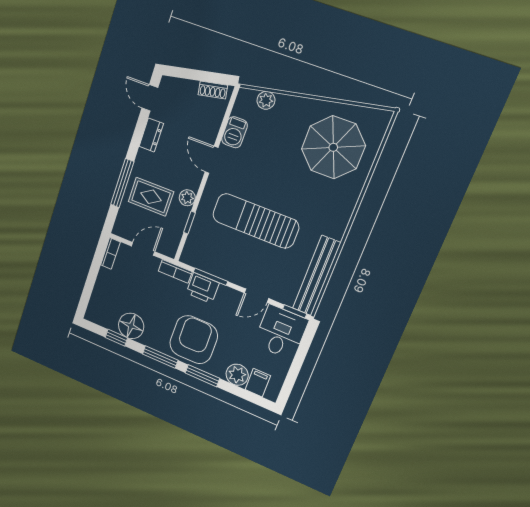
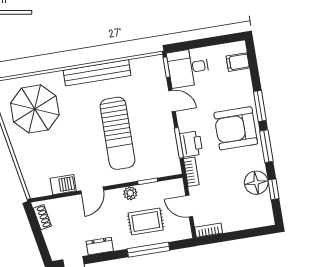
plant: (266, 100) -> (29, 174), removed
rug: (151, 197) -> (146, 222), turned 90
bench: (317, 276) -> (97, 73), moved
plant: (237, 375) -> (242, 81), removed

